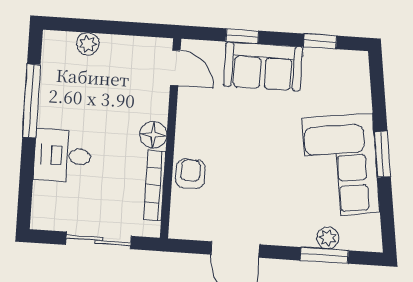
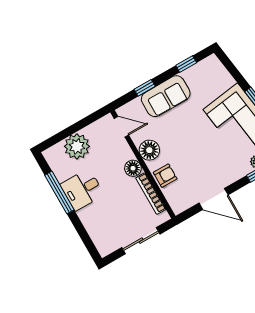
plant: (88, 44) -> (77, 146), width x1.88, depth x1.88
floor lamp: (192, 125) -> (149, 150), added
desk: (62, 156) -> (82, 190), moved
armchair: (190, 174) -> (165, 176), turned 90

